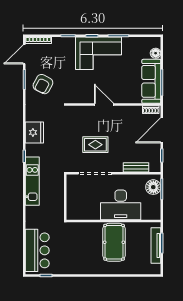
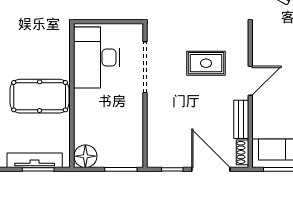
rug: (95, 145) -> (206, 63), moved, turned 90
bench: (136, 167) -> (241, 119), moved
floor lamp: (153, 187) -> (85, 156), moved
desk: (121, 205) -> (97, 57), moved

